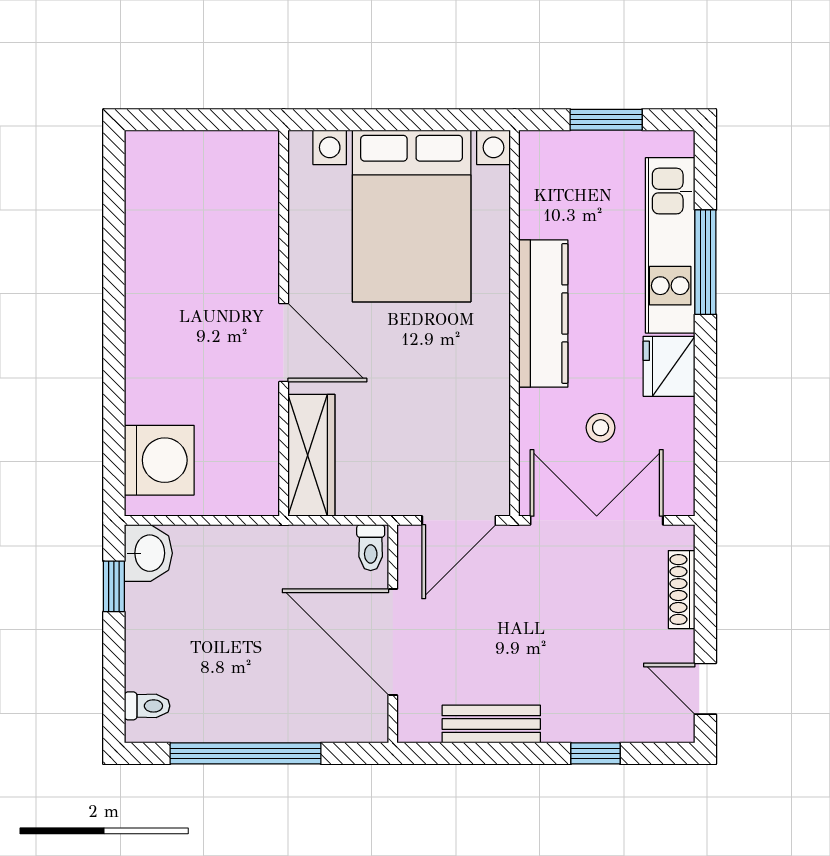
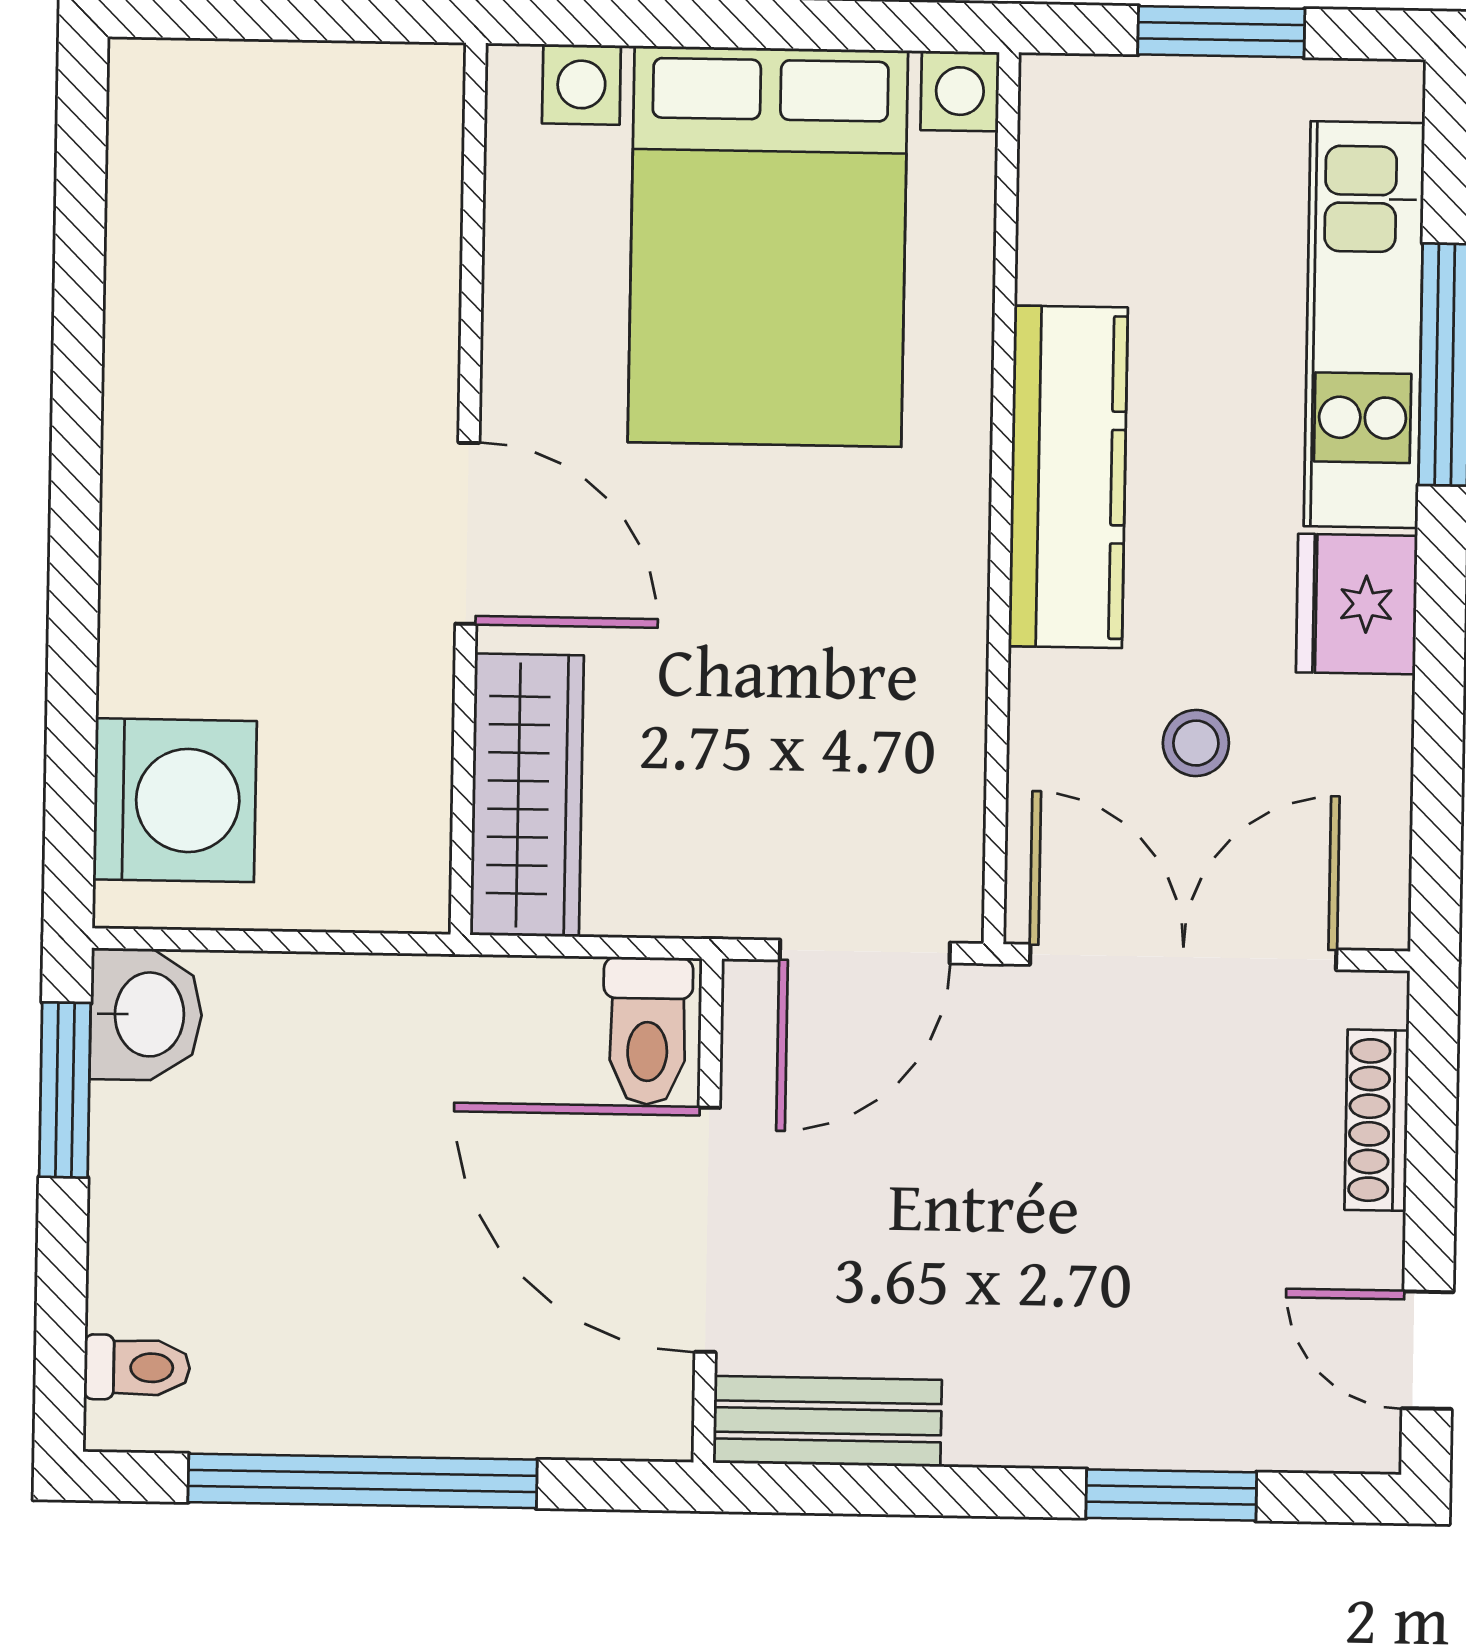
toilet: (371, 548) -> (648, 1031), width x1.37, depth x1.39
window: (114, 586) -> (65, 1090), width x1.50
bench: (491, 724) -> (827, 1421), moved
window: (596, 753) -> (1171, 1495), width x1.50

